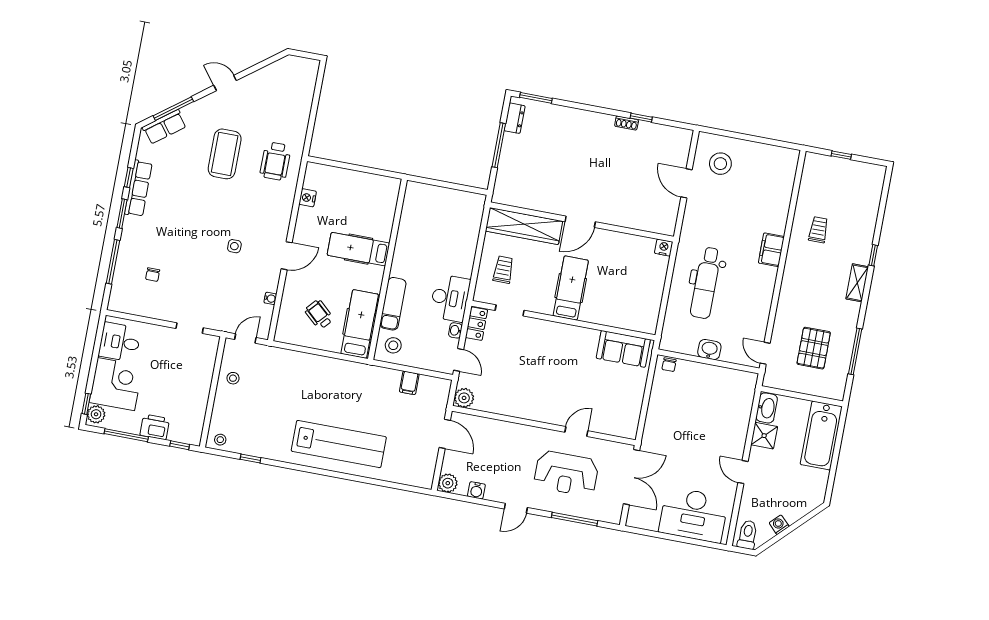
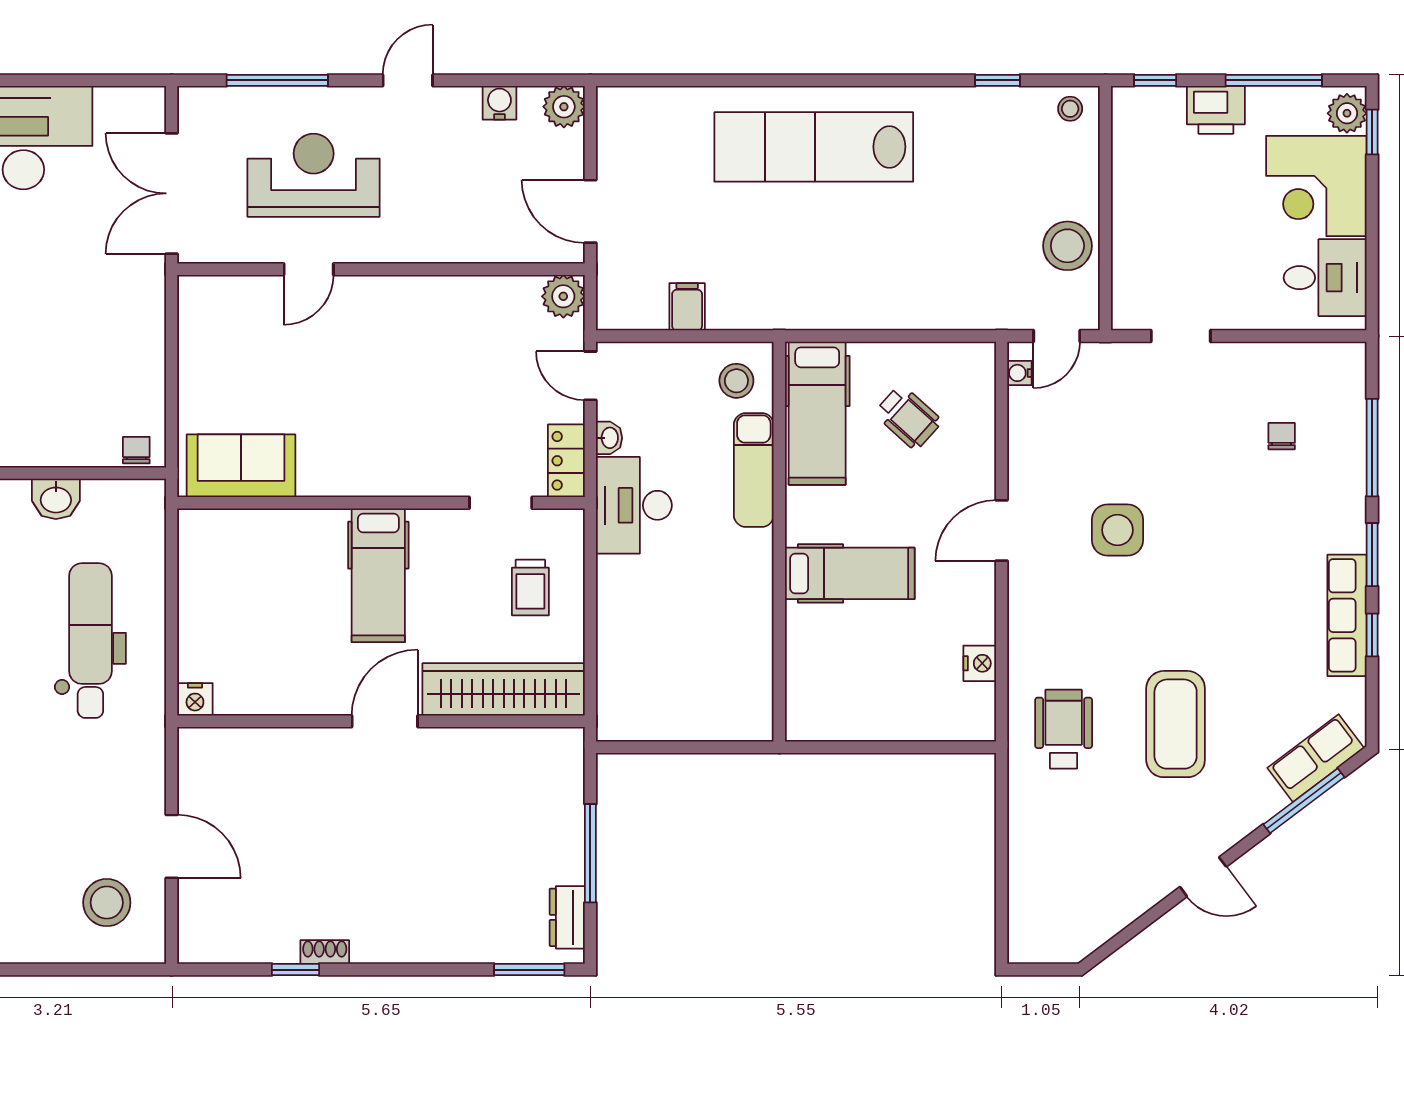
side table: (234, 246) -> (1118, 530), width x1.87, depth x1.87
water cooler: (270, 298) -> (1019, 373), moved
stool: (233, 378) -> (1067, 246), width x1.89, depth x1.89

